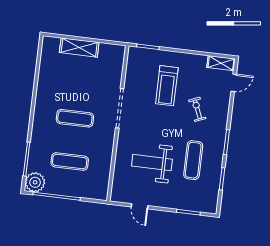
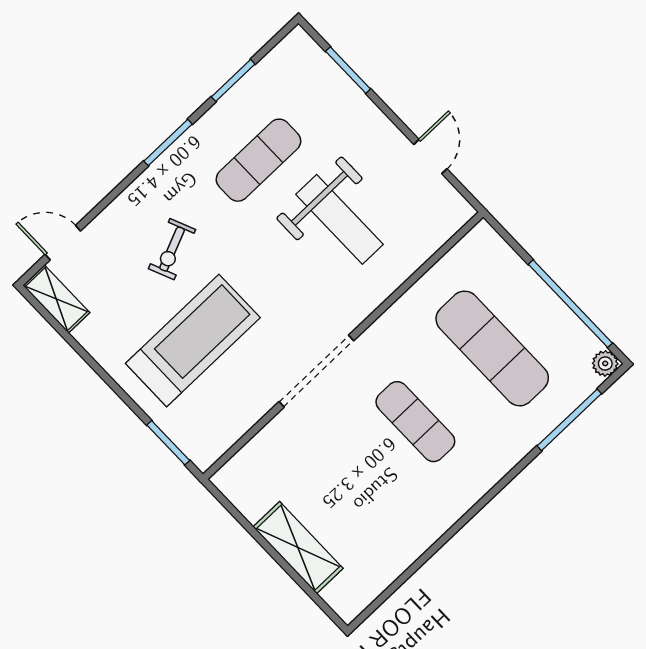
treadmill: (167, 86) -> (193, 341), width x1.37, depth x1.38
exercise mat: (70, 162) -> (492, 348), width x1.36, depth x1.45
plant: (35, 182) -> (605, 363), width x0.53, depth x0.53

